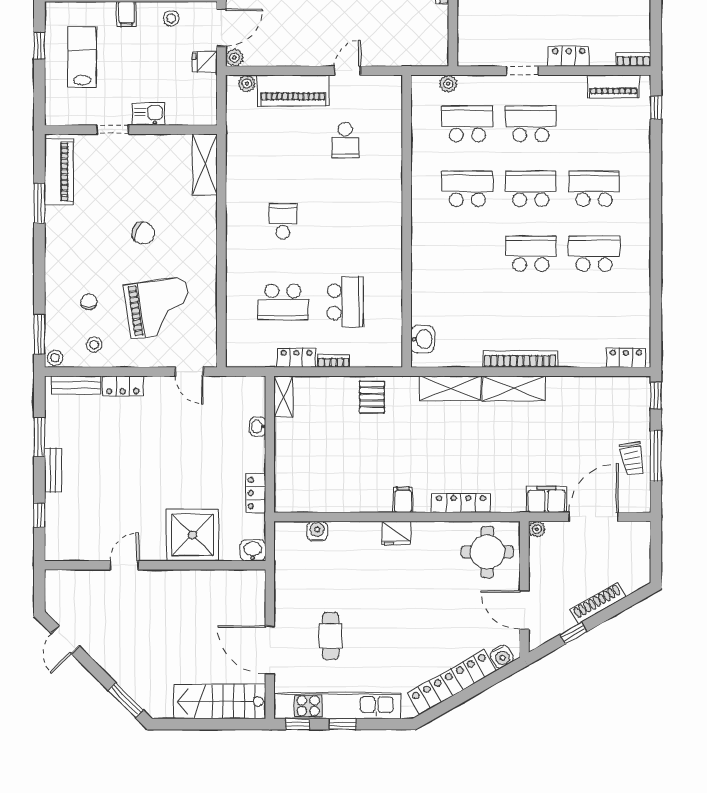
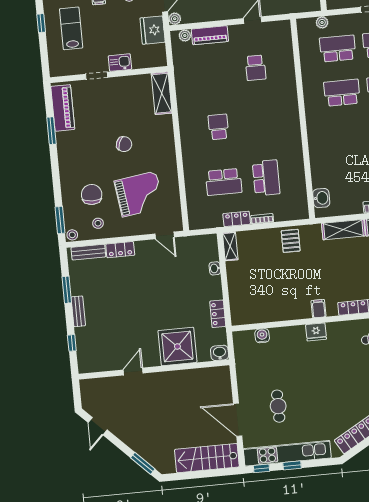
fridge: (205, 62) -> (153, 30), width x1.88, depth x1.34
piano: (293, 90) -> (210, 35), width x0.73, depth x0.75
chair: (89, 302) -> (92, 194), width x1.87, depth x1.87

